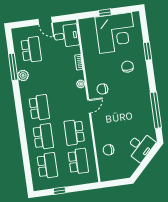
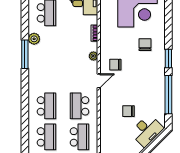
window: (148, 51) -> (168, 59), moved
window: (13, 67) -> (25, 54), moved
school desk: (39, 108) -> (46, 75), removed
chair: (108, 150) -> (129, 111), moved

